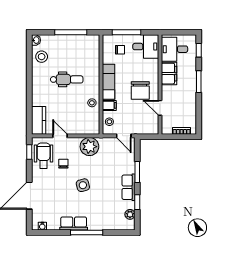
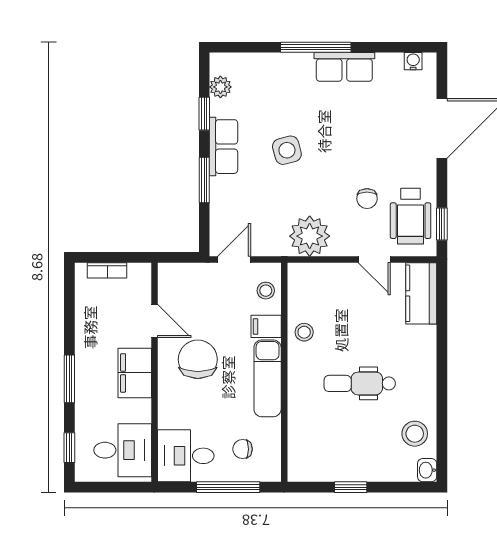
window: (71, 32) -> (351, 487), width x0.46
filing cabinet: (169, 74) -> (135, 373), moved
door: (124, 136) -> (234, 259), hinge flipped
side table: (83, 185) -> (287, 150), moved

